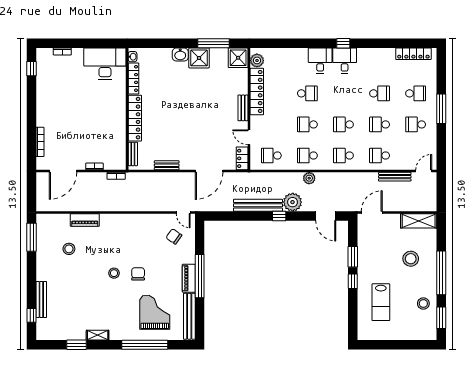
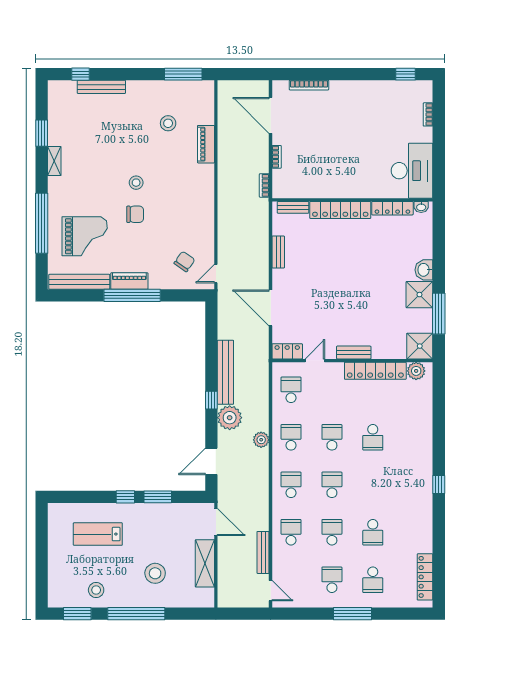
desk: (320, 61) -> (416, 454), removed
desk: (345, 61) -> (416, 486), removed
shelving: (419, 221) -> (205, 563), moved

